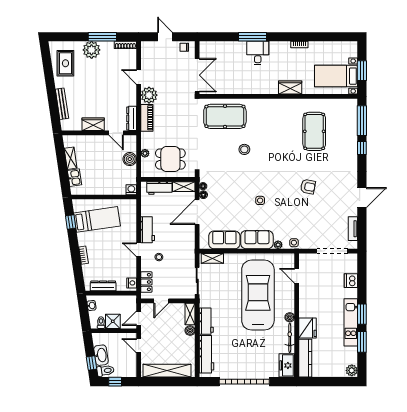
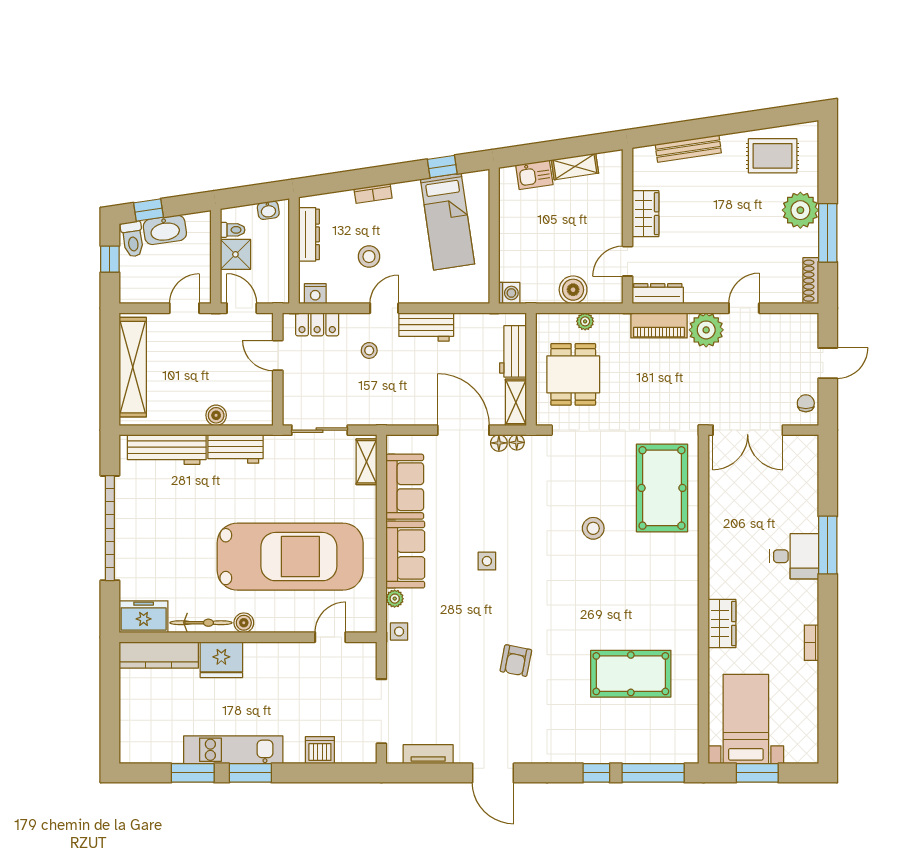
stool: (114, 257) -> (369, 257), added
shelving: (190, 314) -> (251, 415), removed
plant: (352, 370) -> (133, 752), removed

